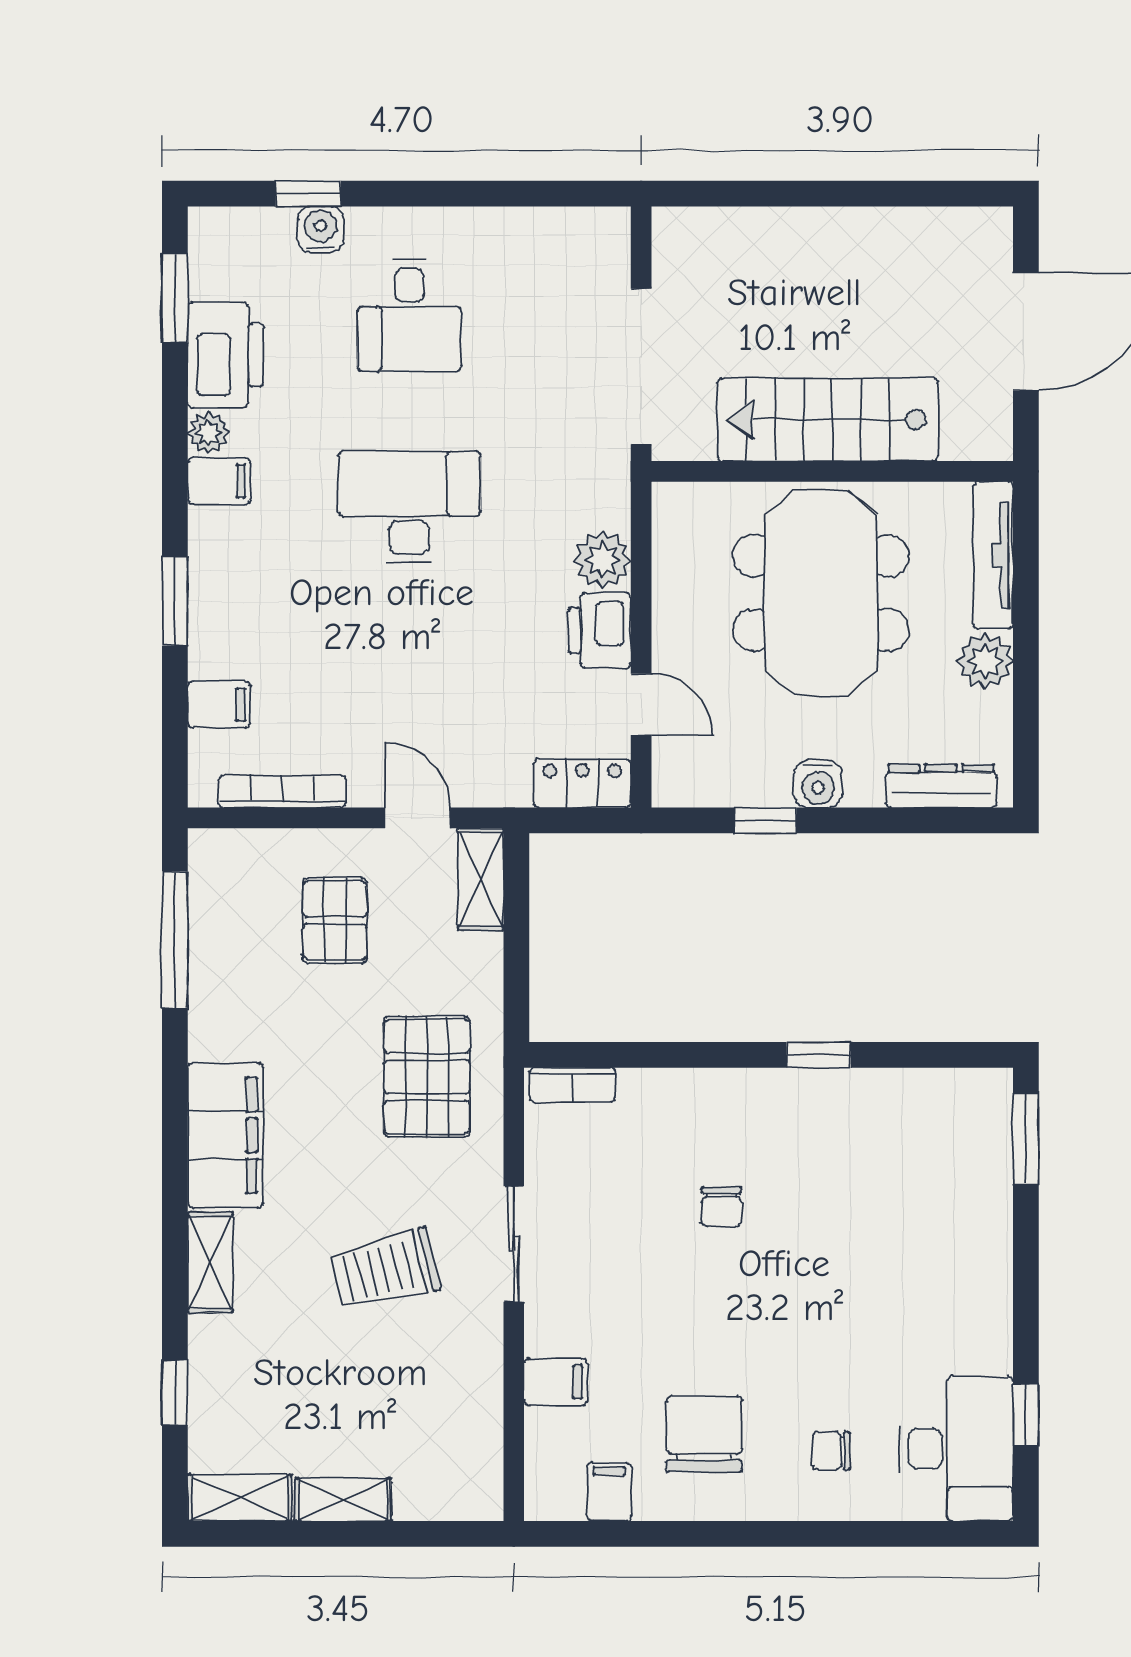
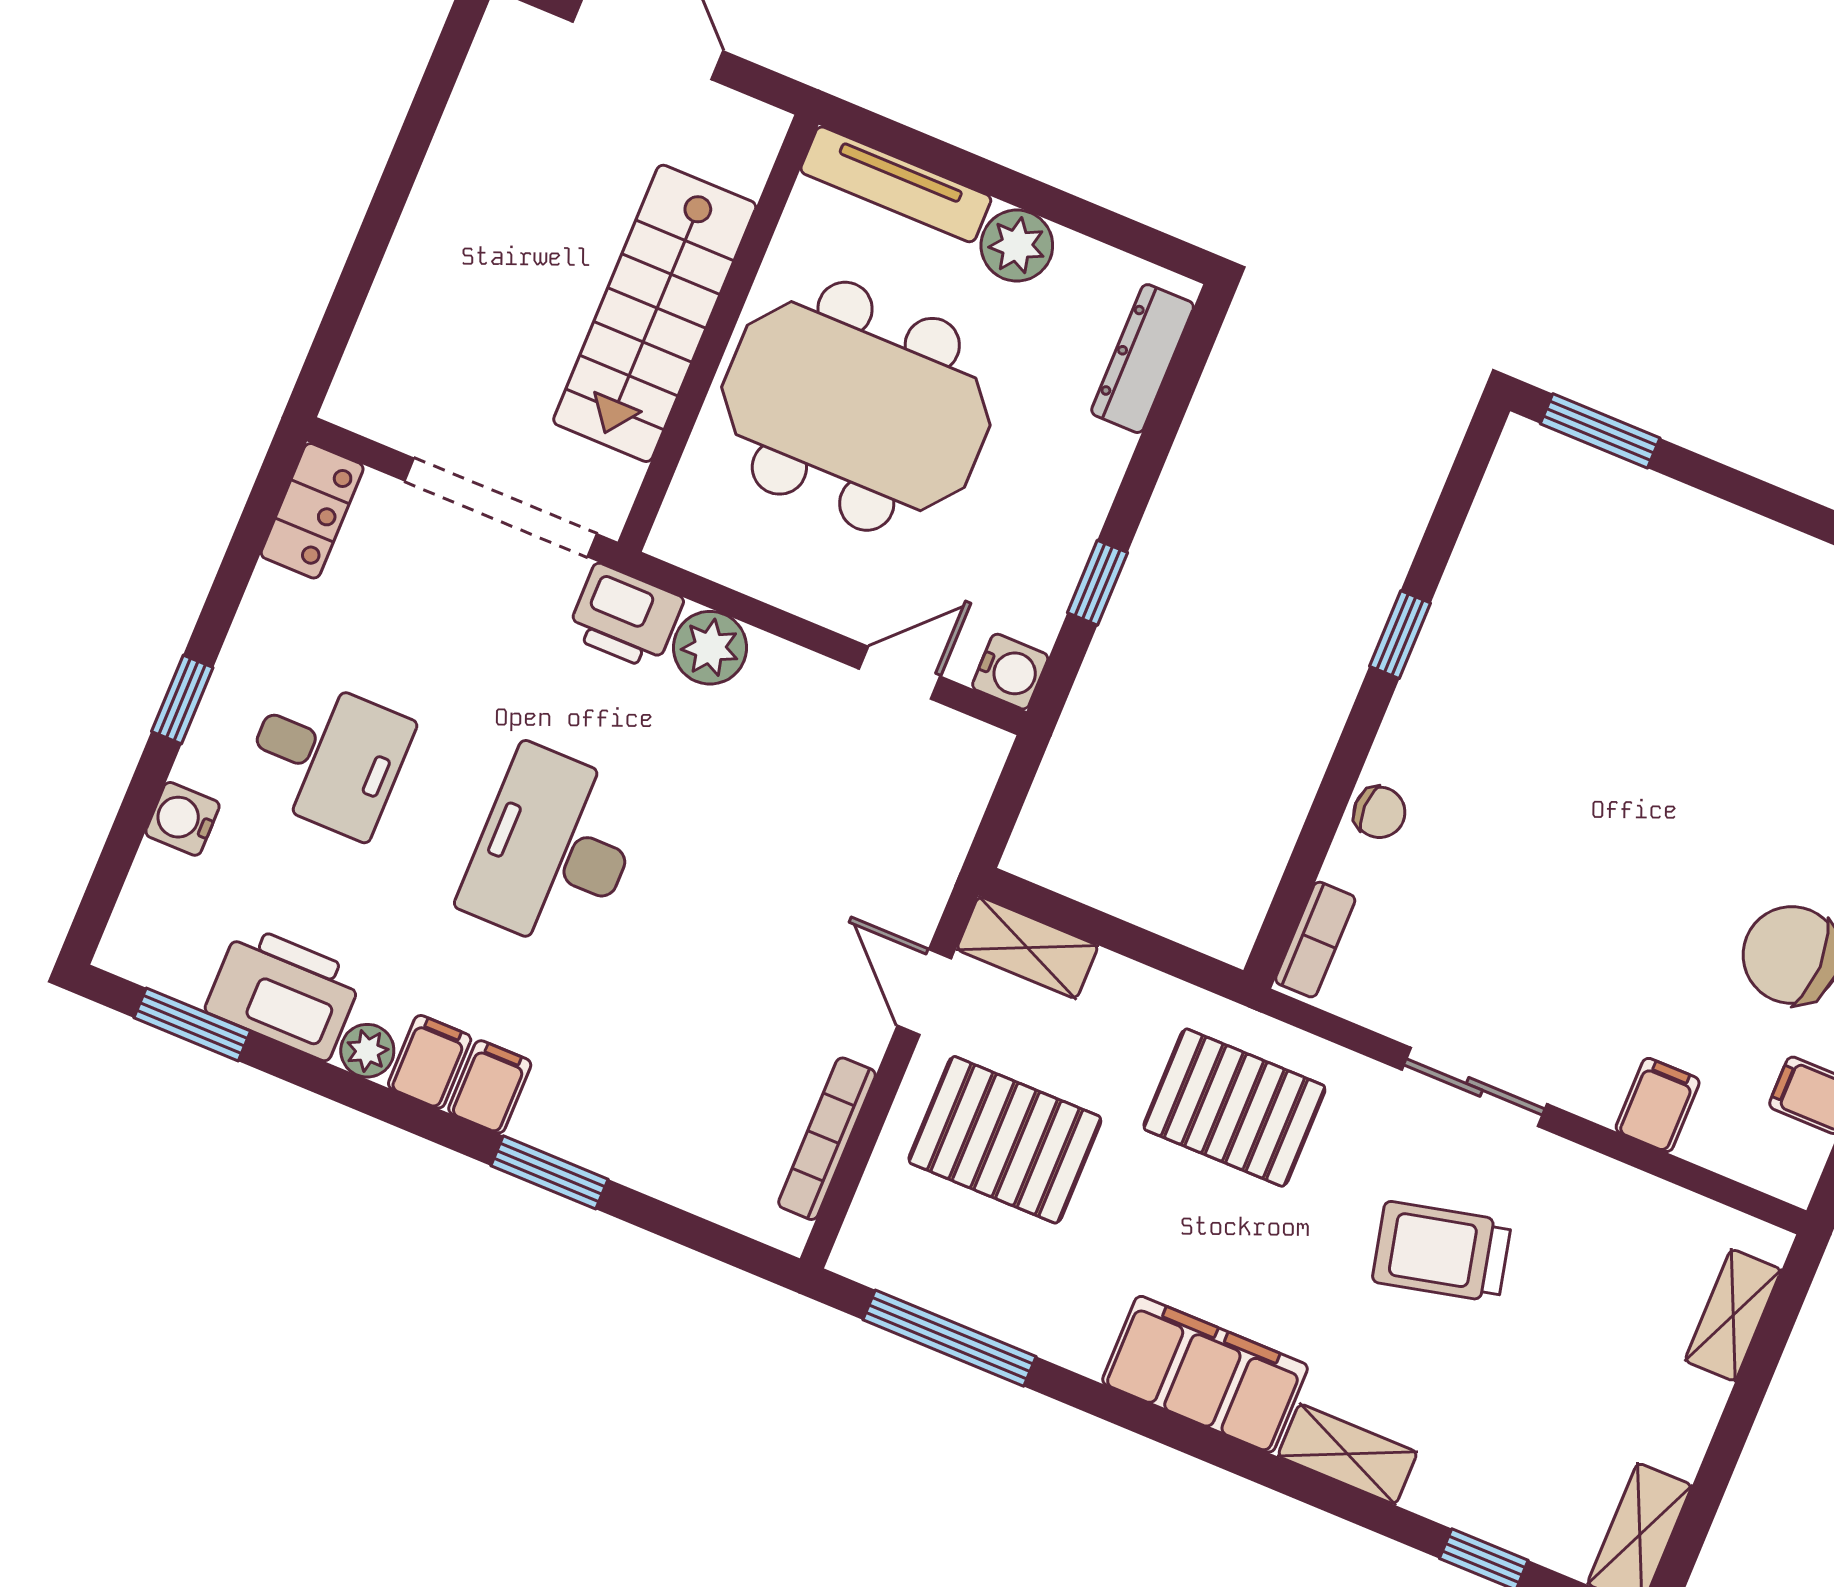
window: (308, 194) -> (182, 699), moved
printer: (600, 630) -> (625, 617), moved
filing cabinet: (219, 705) -> (490, 1087), moved
locker: (582, 783) -> (312, 511), moved, turned 180
water cooler: (818, 784) -> (1010, 672), moved
door: (417, 818) -> (924, 992), hinge flipped
pallet: (335, 920) -> (1005, 1140), width x1.50, depth x1.42
chair: (721, 1207) -> (1379, 812), moved
trolley: (385, 1270) -> (1442, 1252), turned 91
shelving: (343, 1500) -> (1733, 1315), moved

